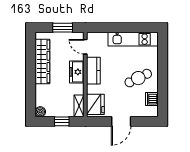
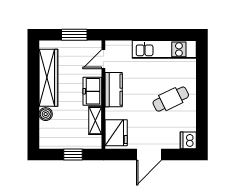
door: (85, 47) -> (103, 59), hinge flipped
dishwasher: (152, 99) -> (188, 140), moved
shelving: (79, 106) -> (95, 121), moved
boiler: (40, 112) -> (46, 114), moved

